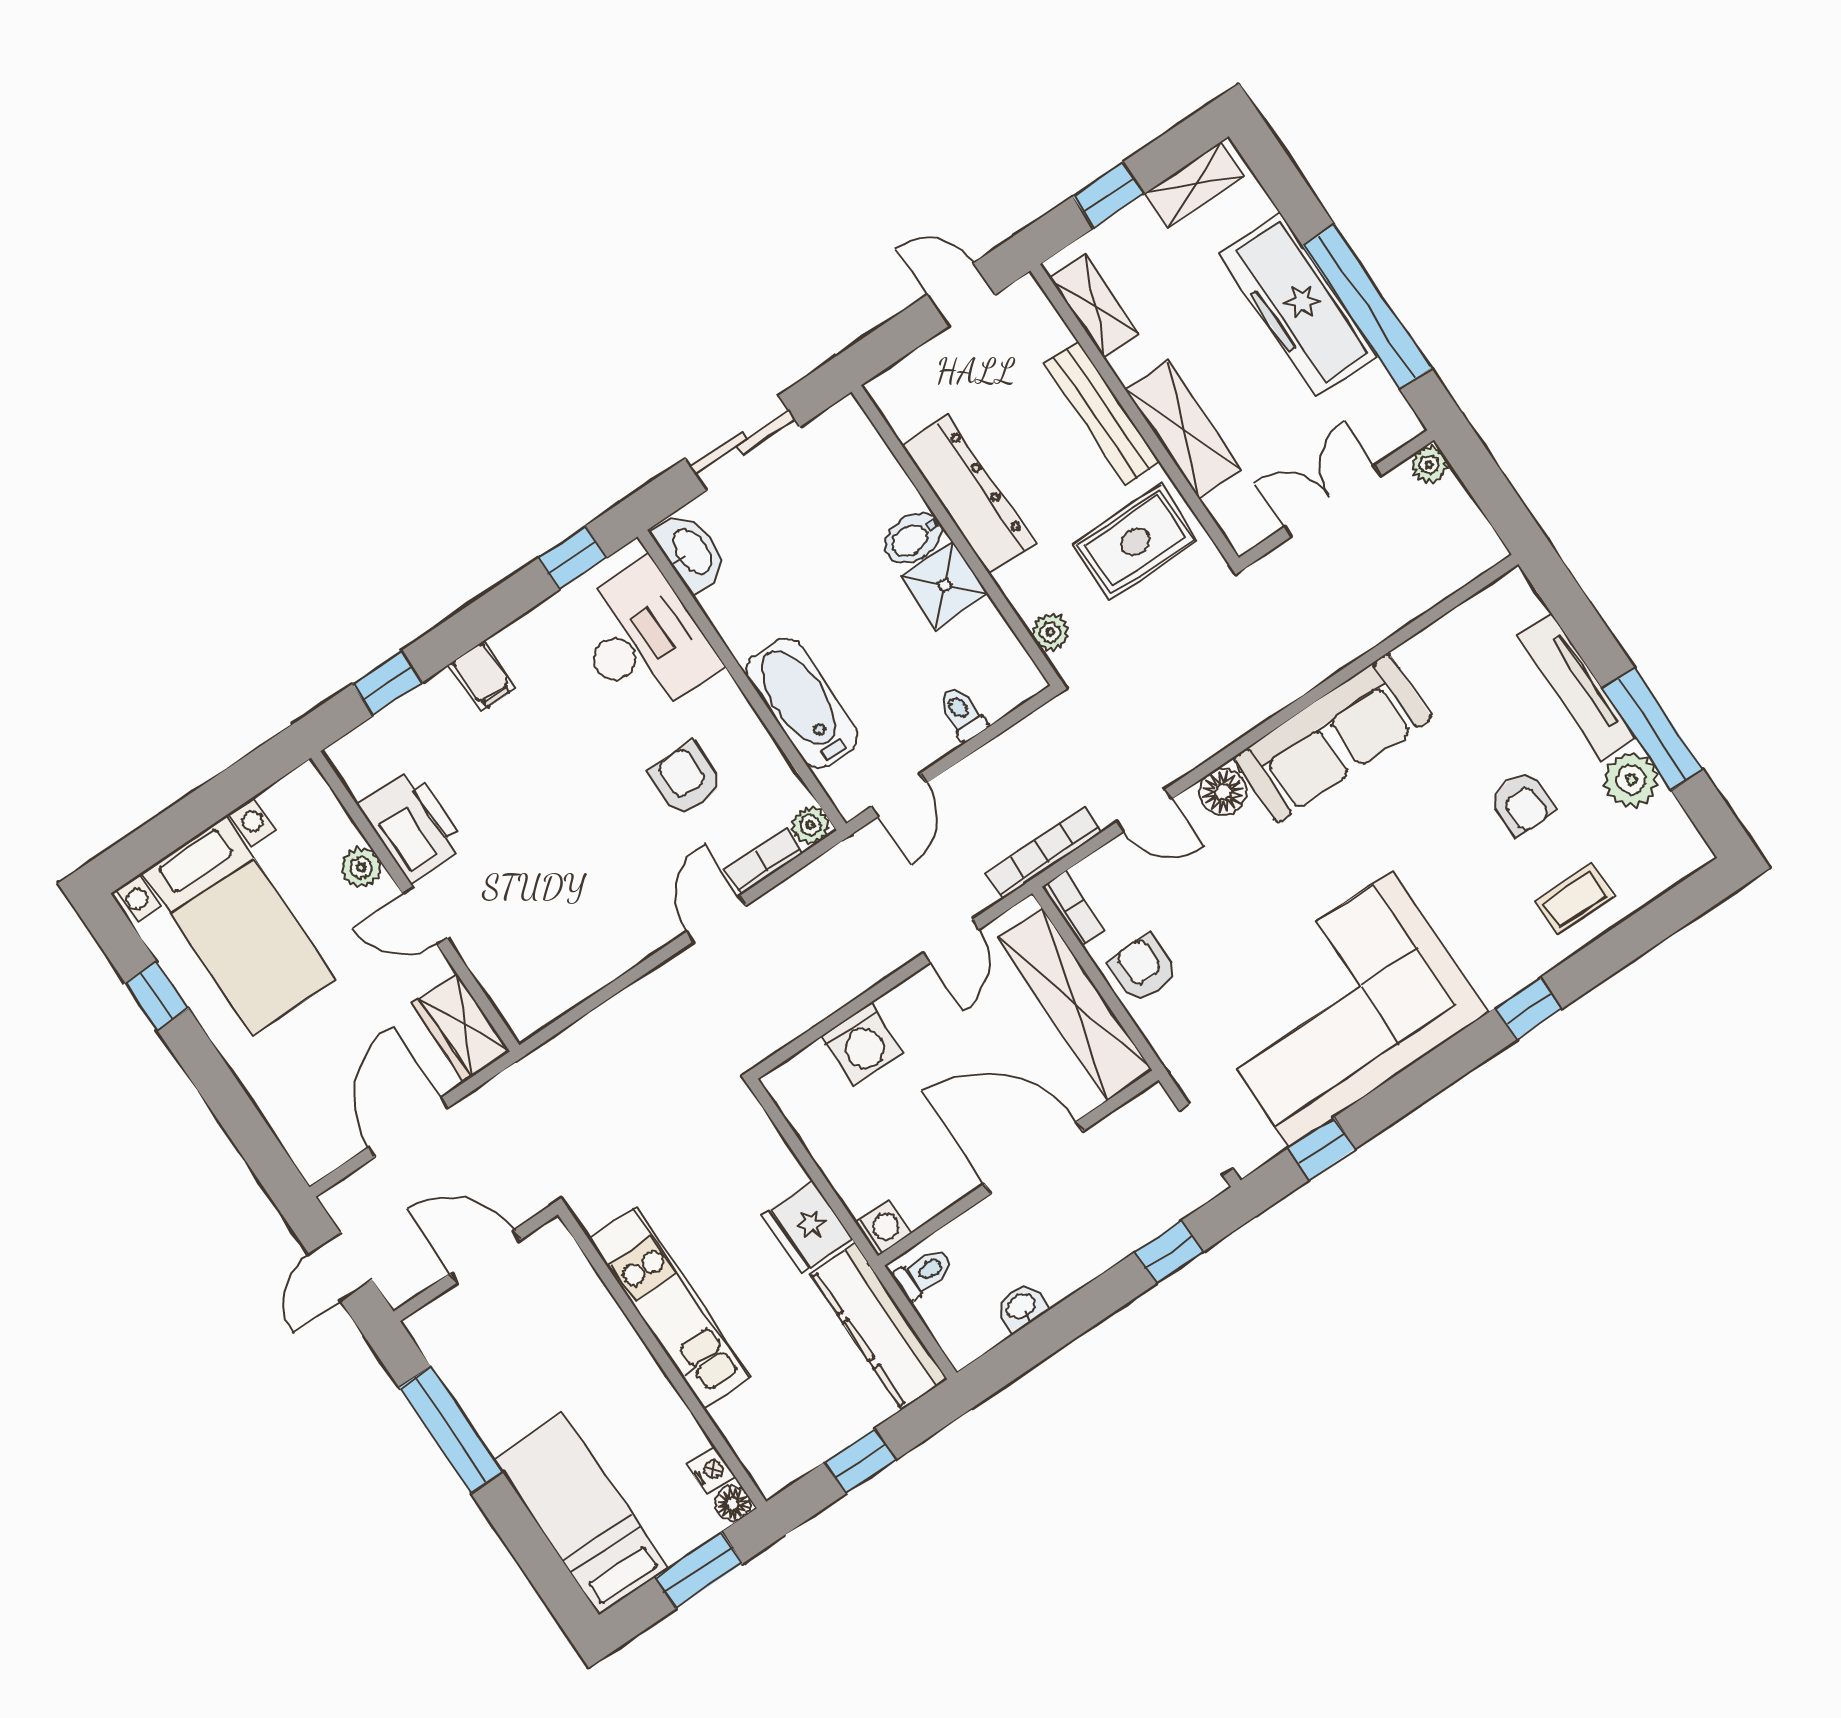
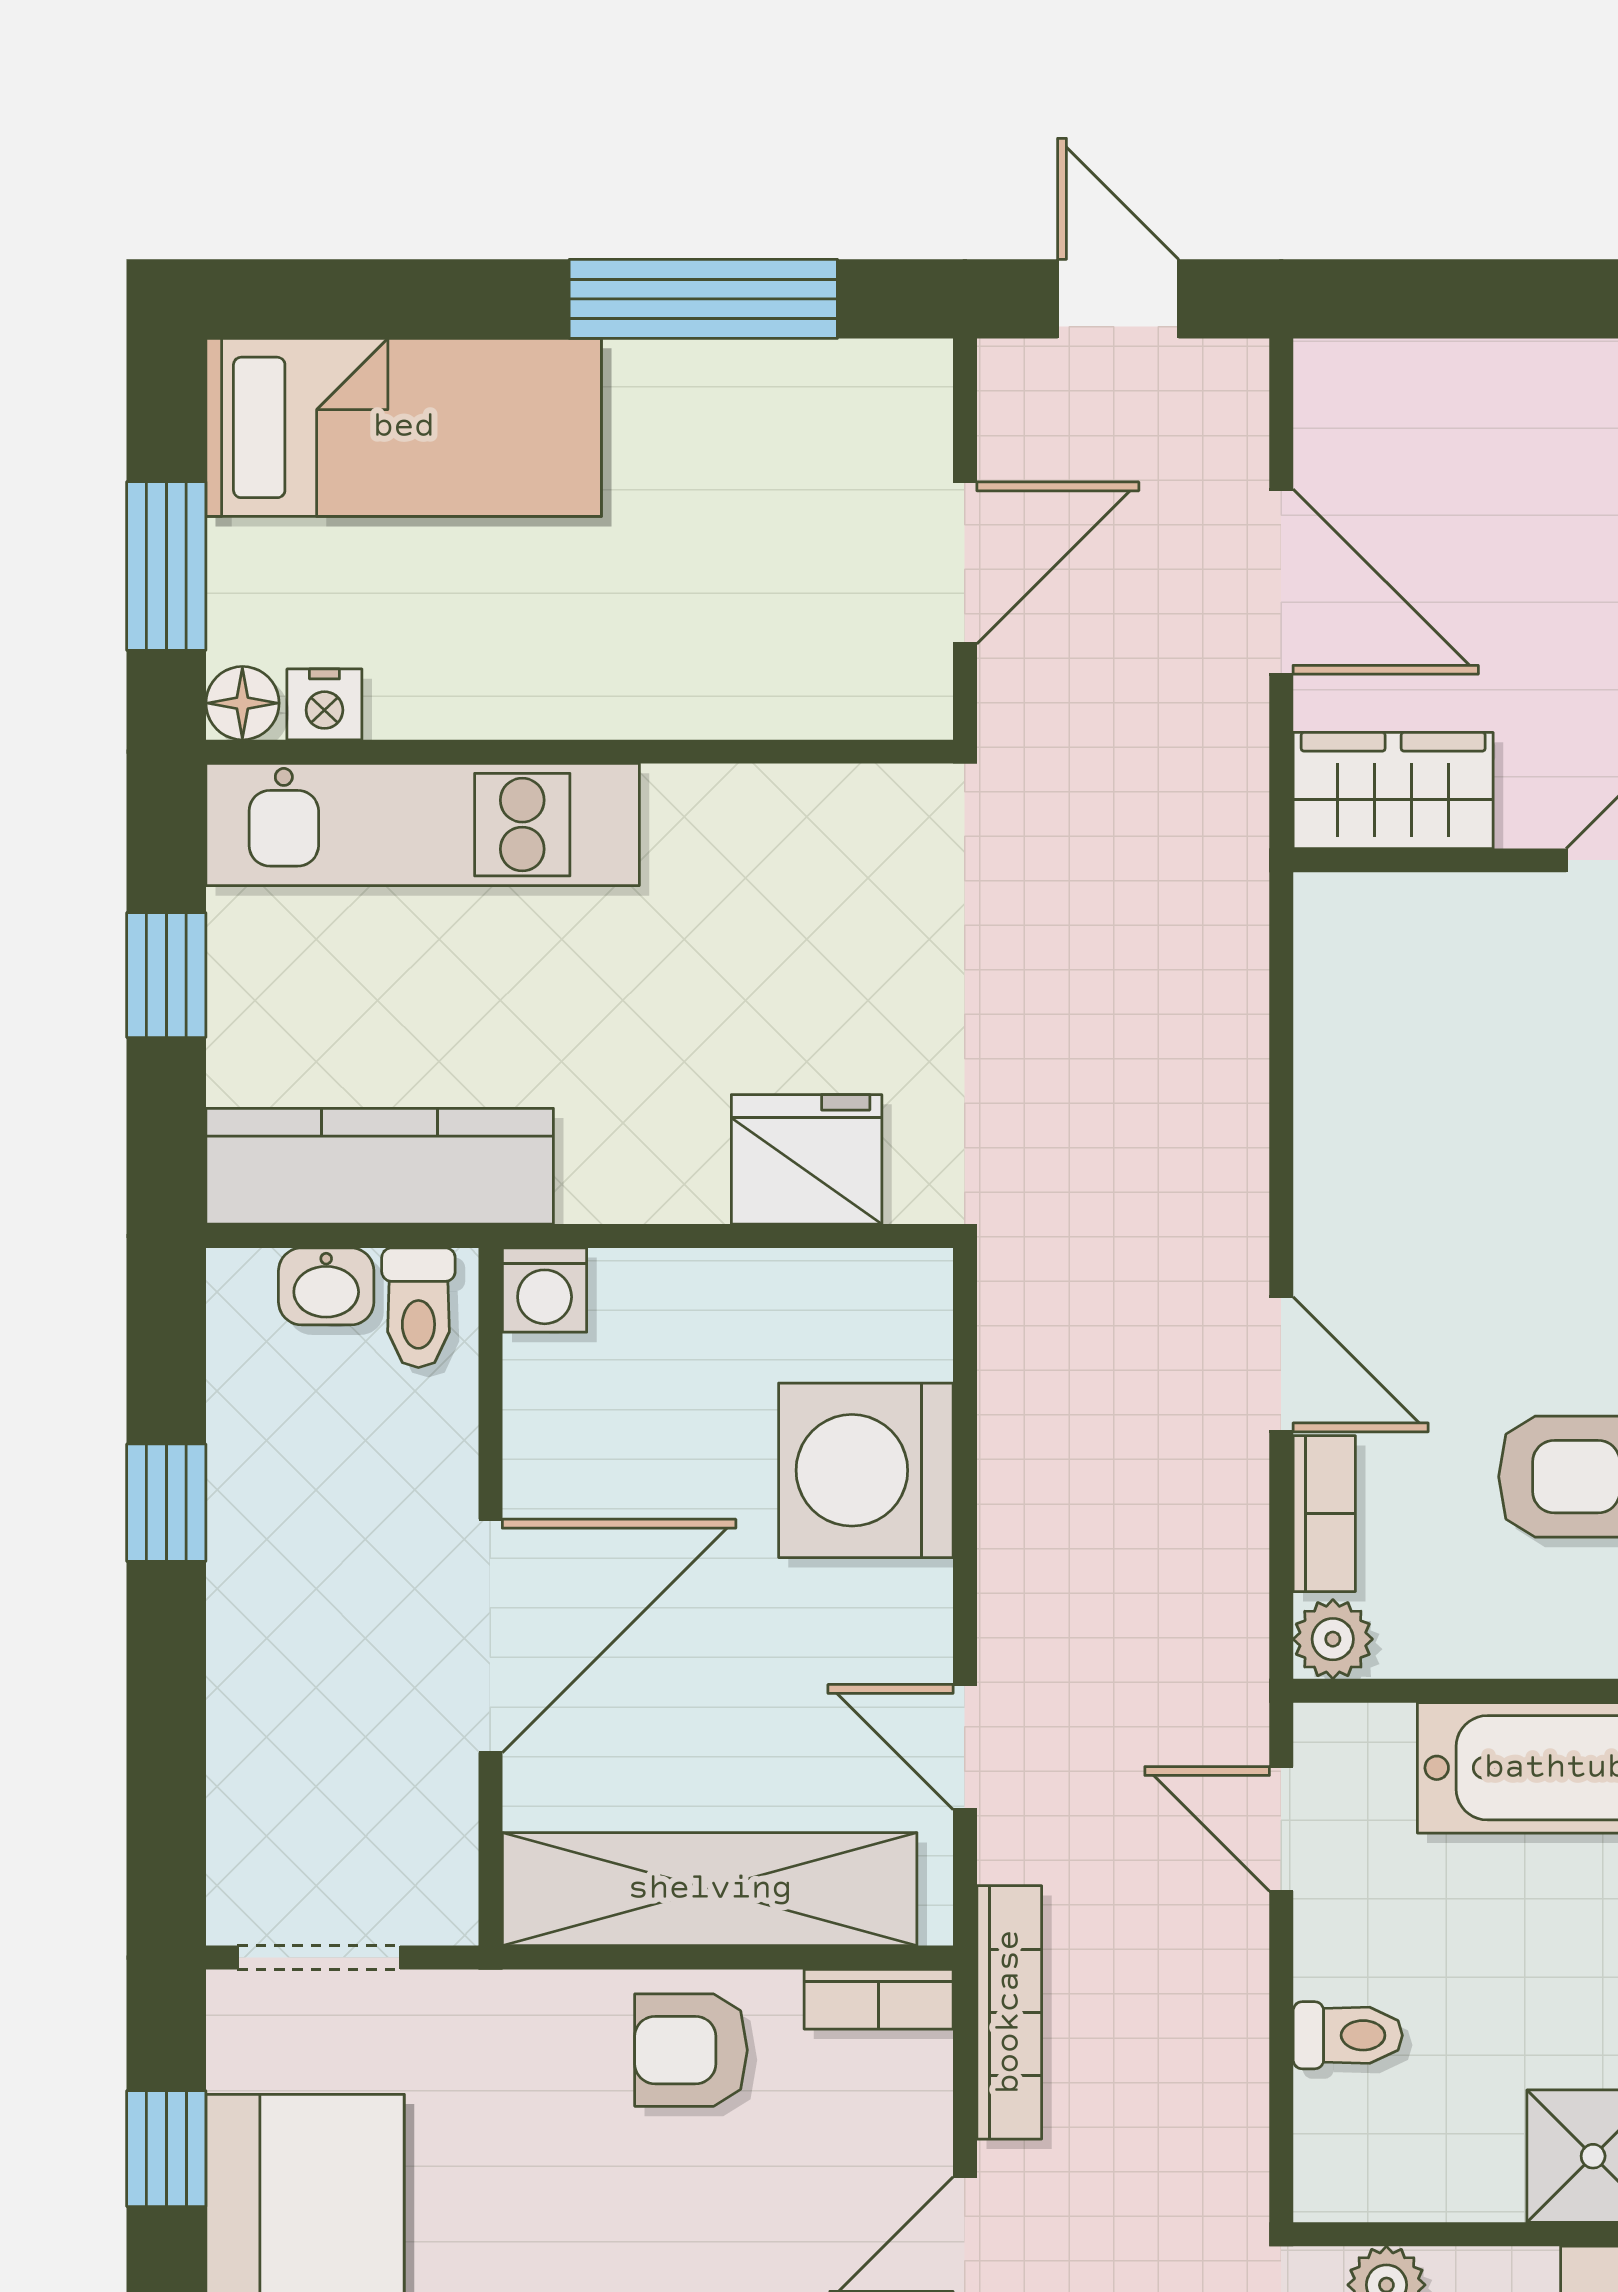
armchair: (1143, 968) -> (691, 2050), turned 180
washing machine: (862, 1045) -> (866, 1470), width x1.37, depth x1.37
fridge: (807, 1227) -> (807, 1159), moved
window: (1169, 1252) -> (166, 1503), moved
washbasin: (1021, 1307) -> (326, 1286), moved, turned 90
kitchen unit: (670, 1308) -> (423, 825), moved

